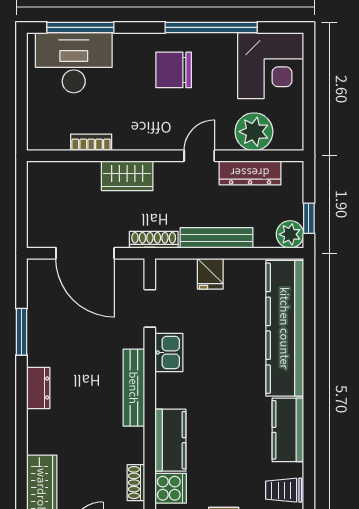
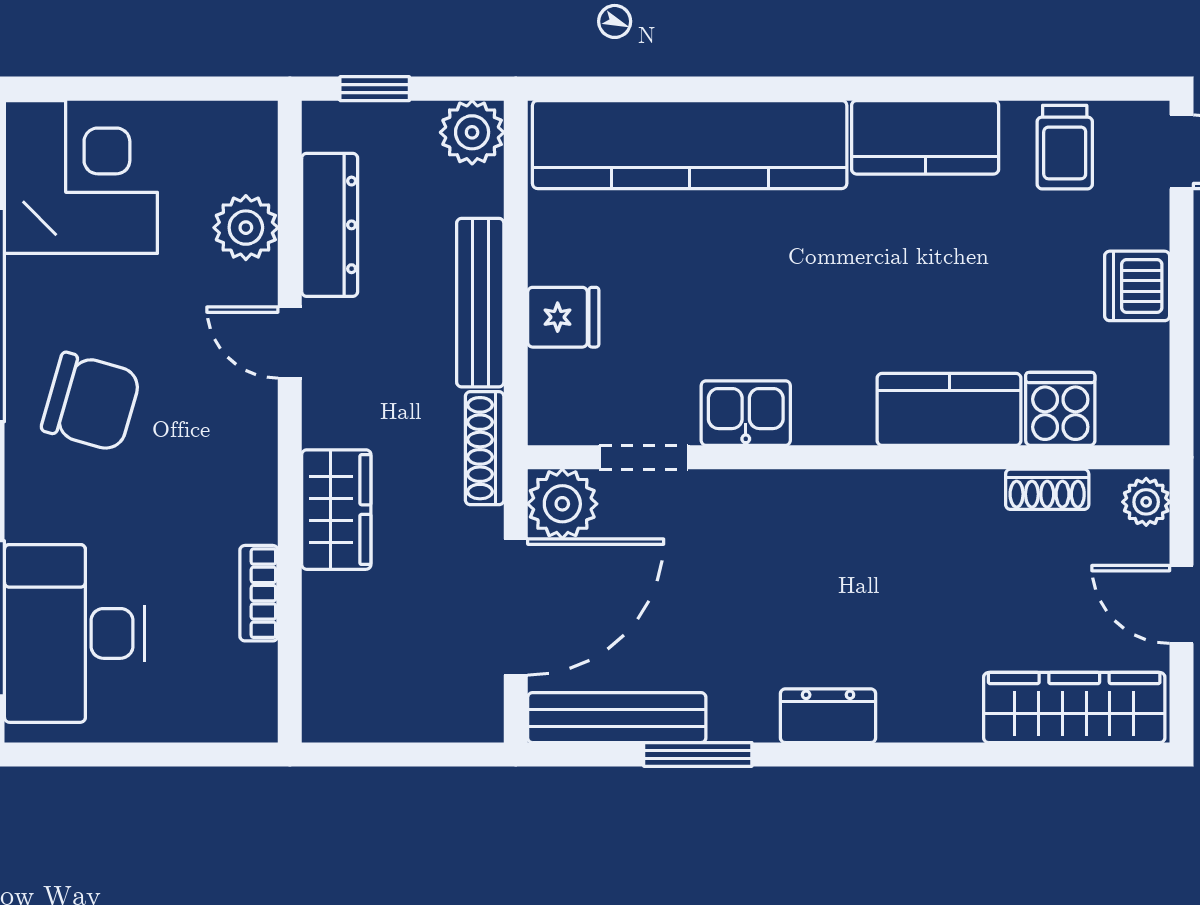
chair: (174, 70) -> (91, 402), turned -74
plant: (254, 132) -> (246, 228), width x0.73, depth x0.73
window: (309, 218) -> (375, 89), moved
plant: (130, 273) -> (562, 504), added
bench: (134, 388) -> (617, 718), moved

